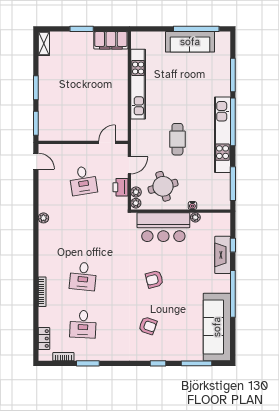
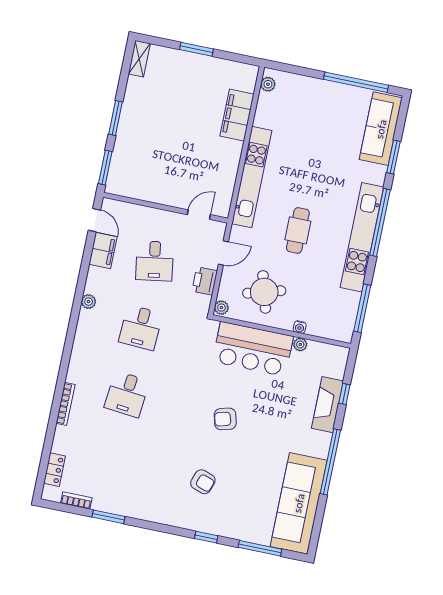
filing cabinet: (111, 40) -> (237, 115), moved, turned 90
sofa: (190, 42) -> (381, 129), moved, turned 90
window: (233, 75) -> (394, 157), width x0.69
kitchen unit: (138, 84) -> (252, 177), moved
filing cabinet: (46, 181) -> (103, 250), added
plant: (136, 192) -> (268, 84), moved
desk: (83, 324) -> (141, 328), moved

